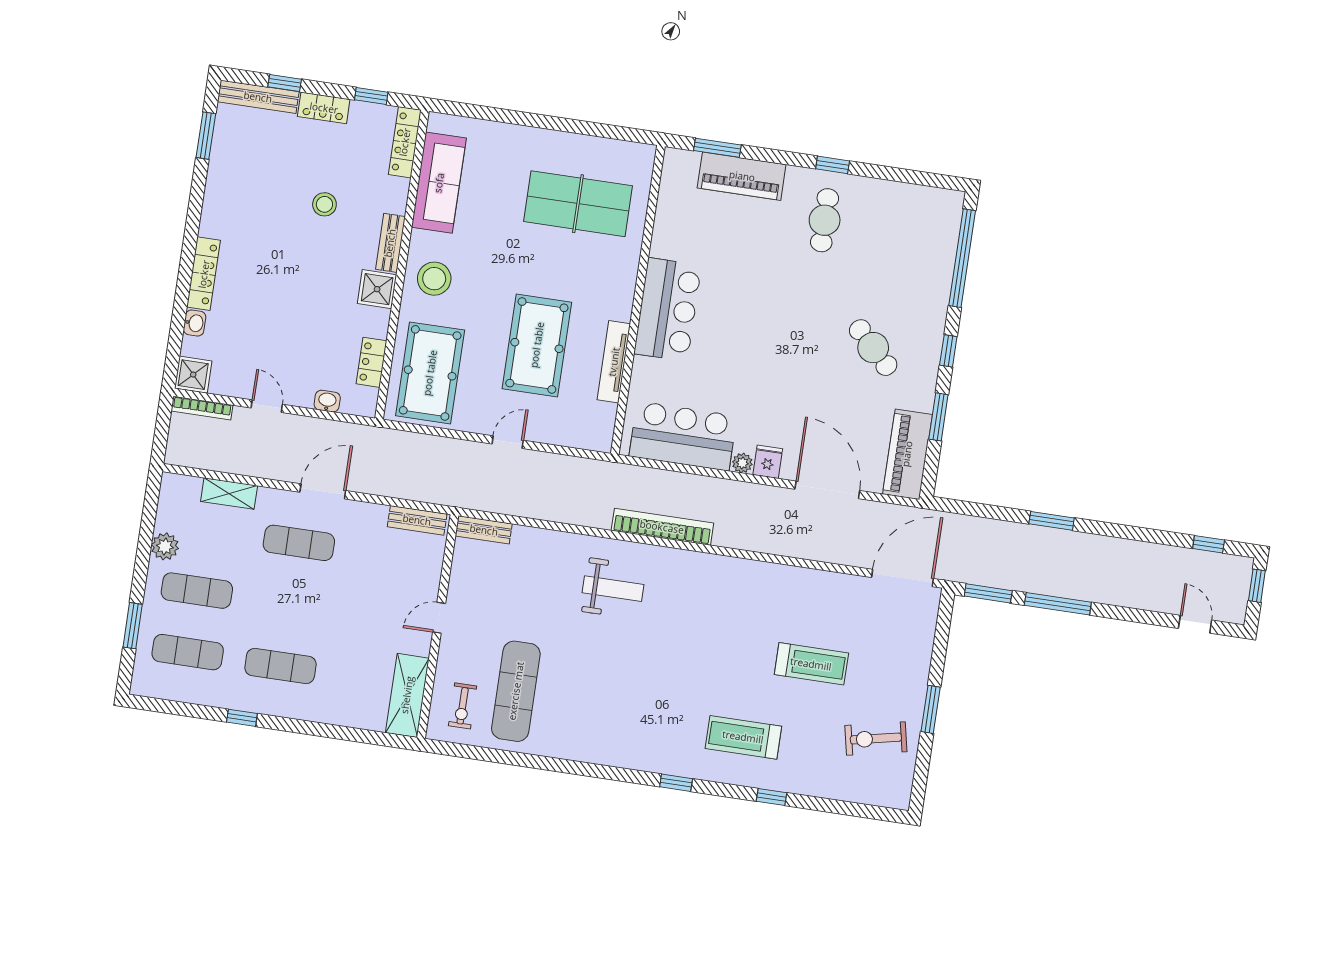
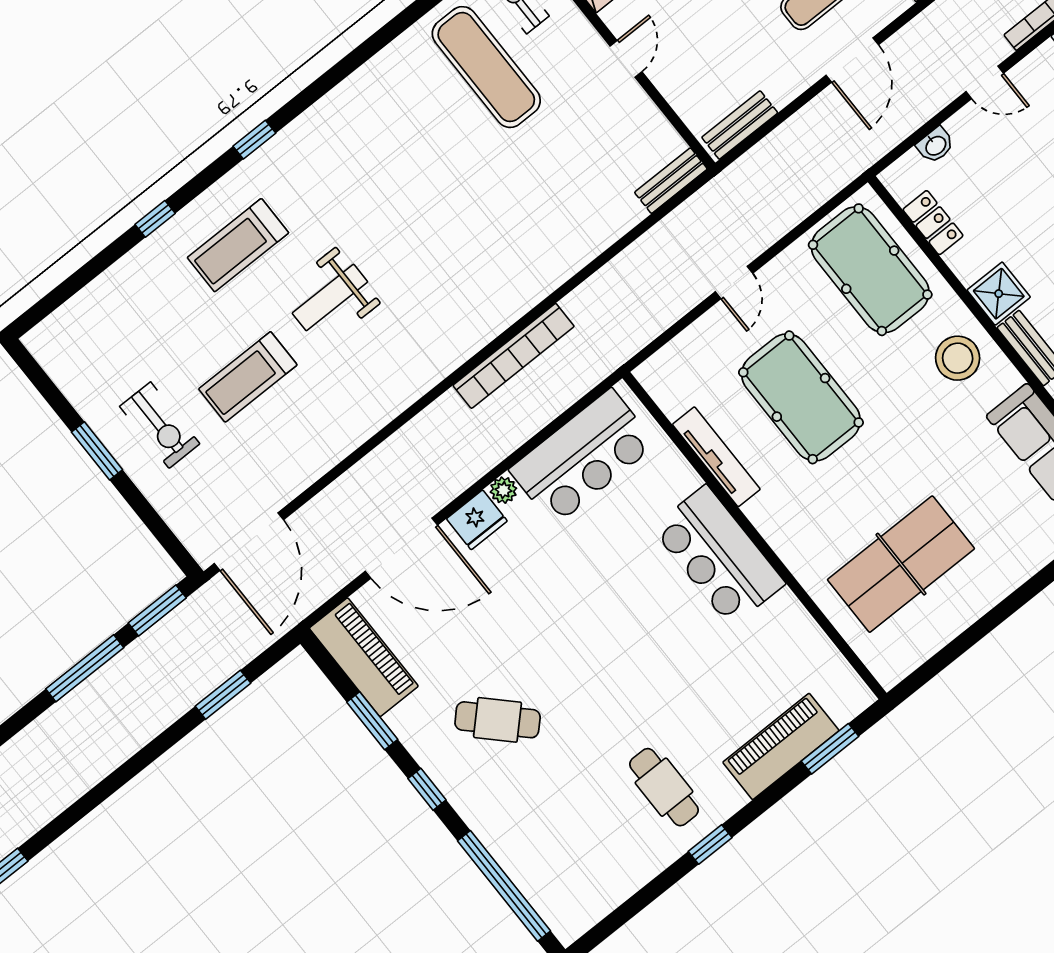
fridge: (768, 462) -> (477, 520), width x1.38
window: (1052, 521) -> (223, 695), moved
weight bench: (613, 589) -> (330, 298), moved
treadmill: (743, 737) -> (238, 245), turned 180
exercise bike: (876, 739) -> (160, 425), moved, turned 102

